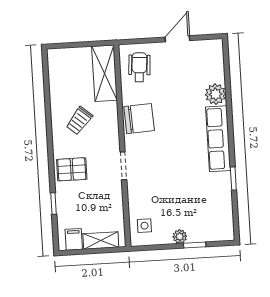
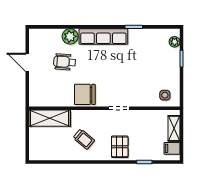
wheelchair: (139, 67) -> (65, 62), moved
chair: (139, 119) -> (85, 94), turned -87
plant: (180, 237) -> (175, 42), moved

